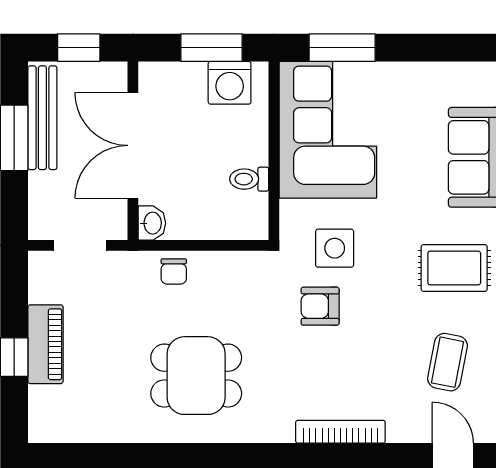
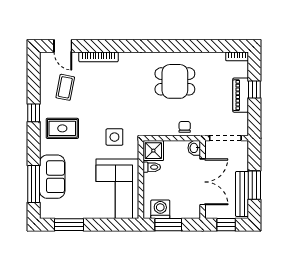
window: (342, 48) -> (69, 225), moved
shower: (246, 217) -> (153, 151), added
doorway: (80, 245) -> (225, 138), width x1.38
armchair: (320, 306) -> (121, 112), removed
bookcase: (340, 432) -> (99, 57), moved
bookcase: (54, 433) -> (237, 56), added

